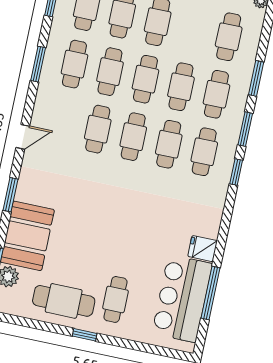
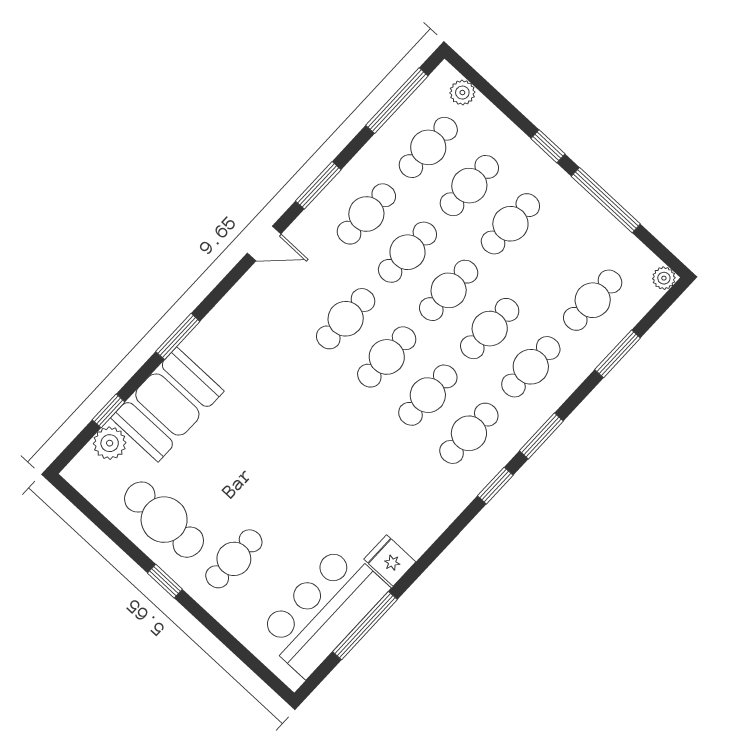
window: (256, 78) -> (618, 354), moved
door: (23, 137) -> (264, 244), moved

